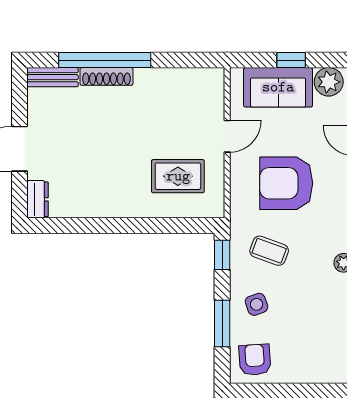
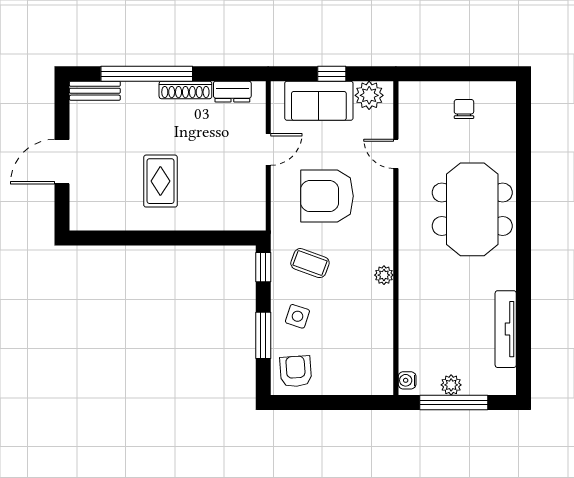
shoe rack: (106, 76) -> (185, 90), moved
rug: (178, 176) -> (160, 181), moved, turned 90
dresser: (38, 199) -> (232, 92), moved, turned 90
side table: (257, 304) -> (297, 316), turned 38

